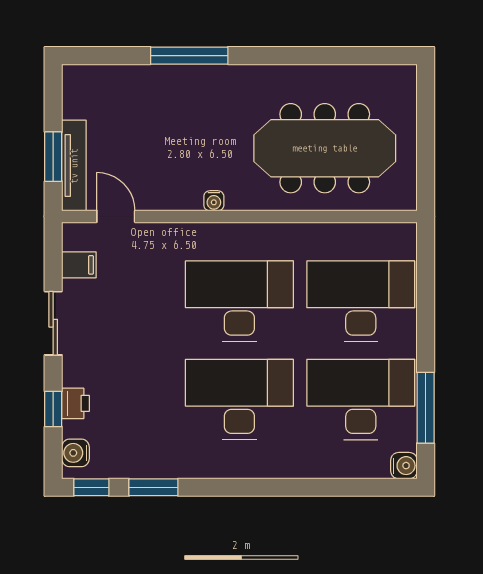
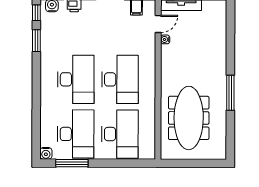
window: (189, 56) -> (230, 93), moved
water cooler: (214, 201) -> (165, 39), moved

